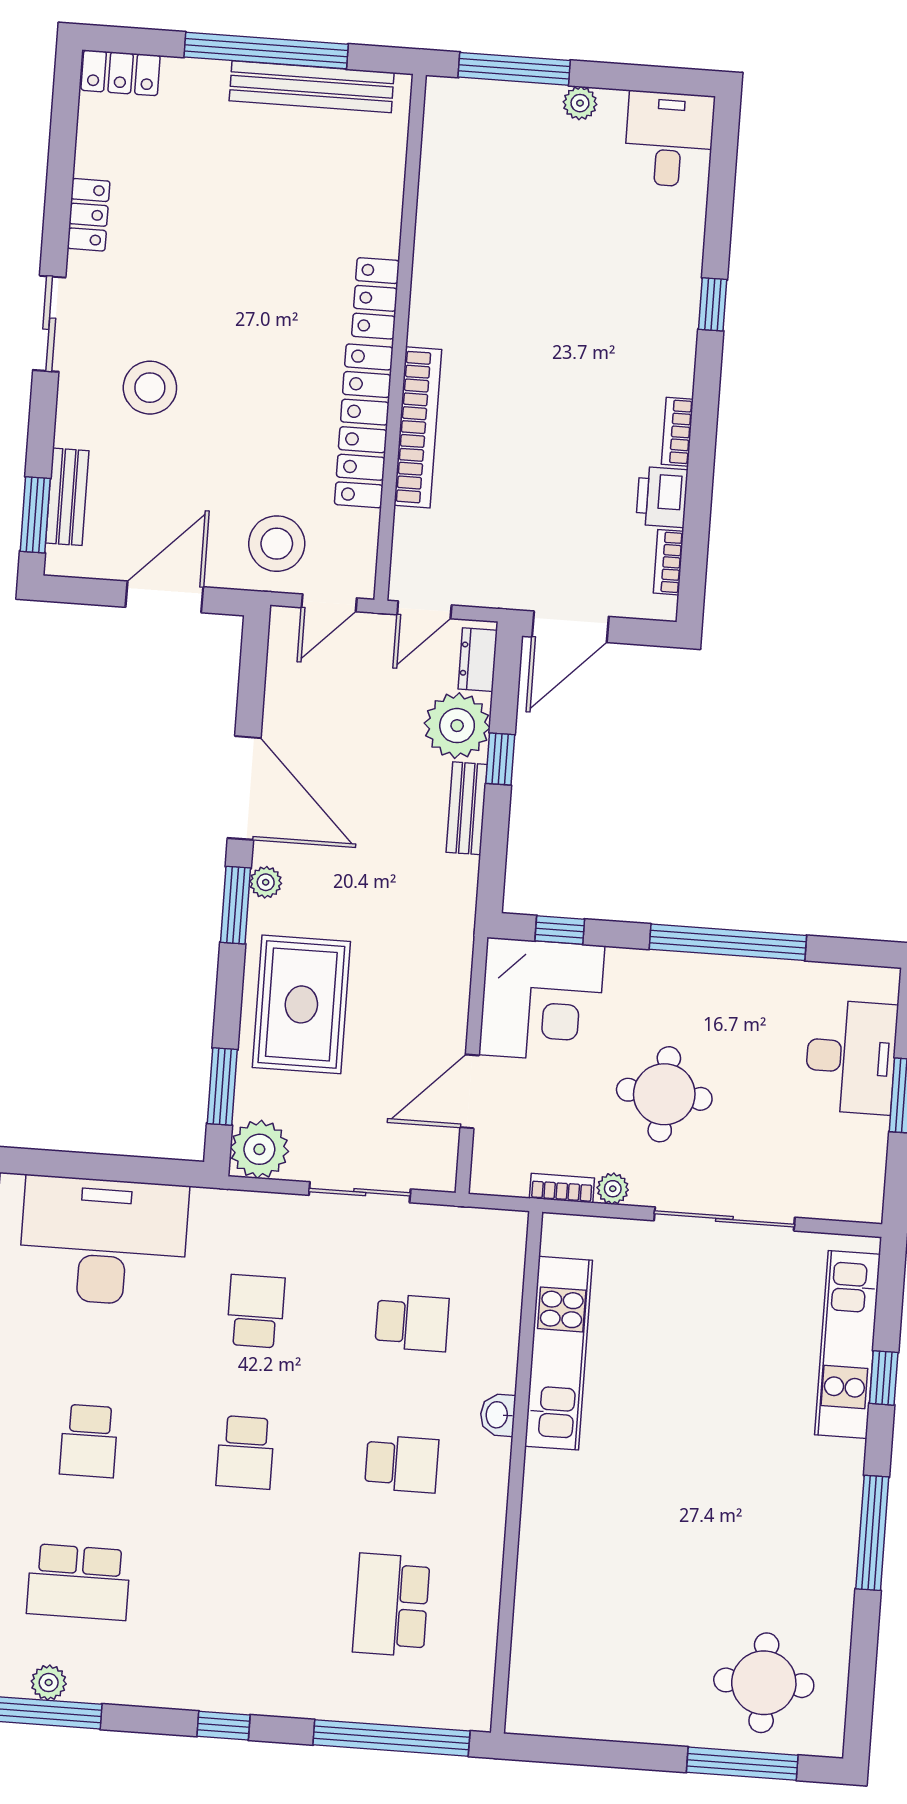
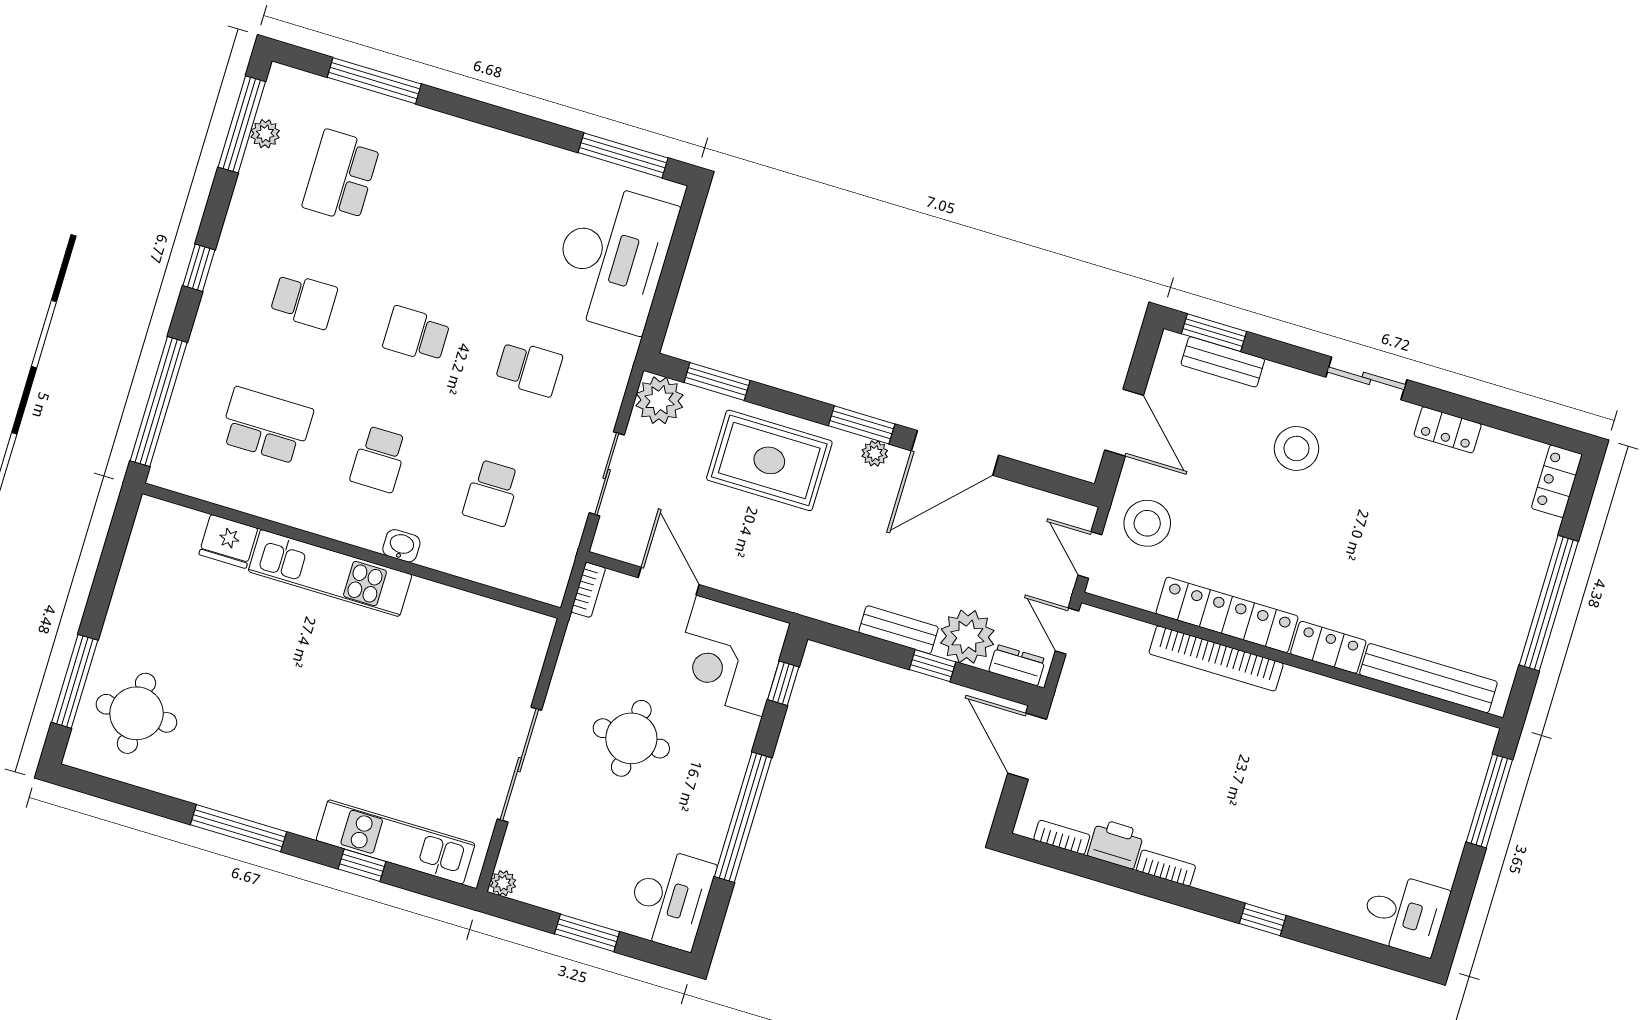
bench: (312, 87) -> (1428, 678), moved, turned 90
plant: (580, 103) -> (1450, 848), removed
desk: (851, 1057) -> (670, 899), moved, turned -90
bookcase: (562, 1188) -> (588, 590), moved
plant: (613, 1189) -> (503, 883), moved
kitchen unit: (559, 1353) -> (330, 573), moved
school desk: (89, 1441) -> (304, 301), moved, turned 180
fridge: (538, 1620) -> (228, 541), added

